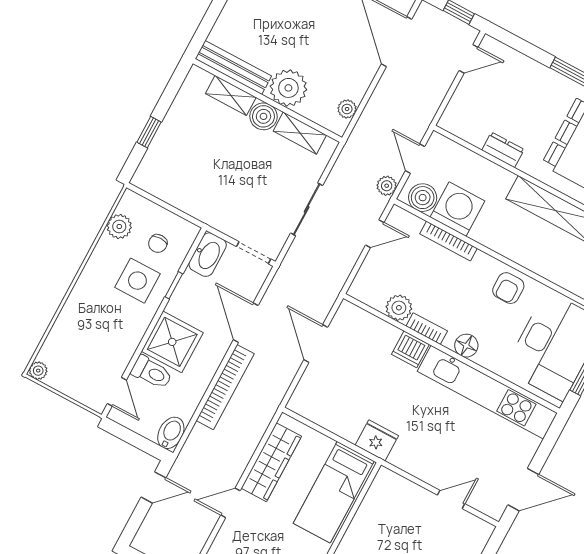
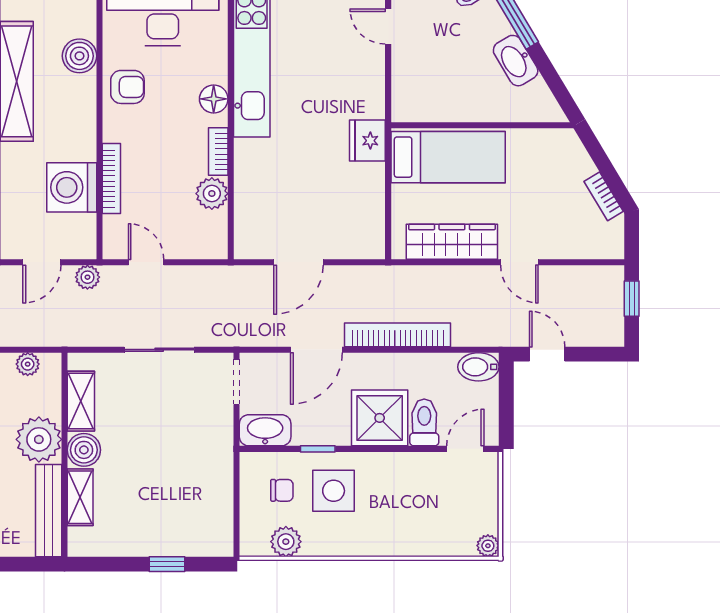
boiler: (423, 198) -> (79, 56), moved
dishwasher: (410, 349) -> (250, 157), removed

